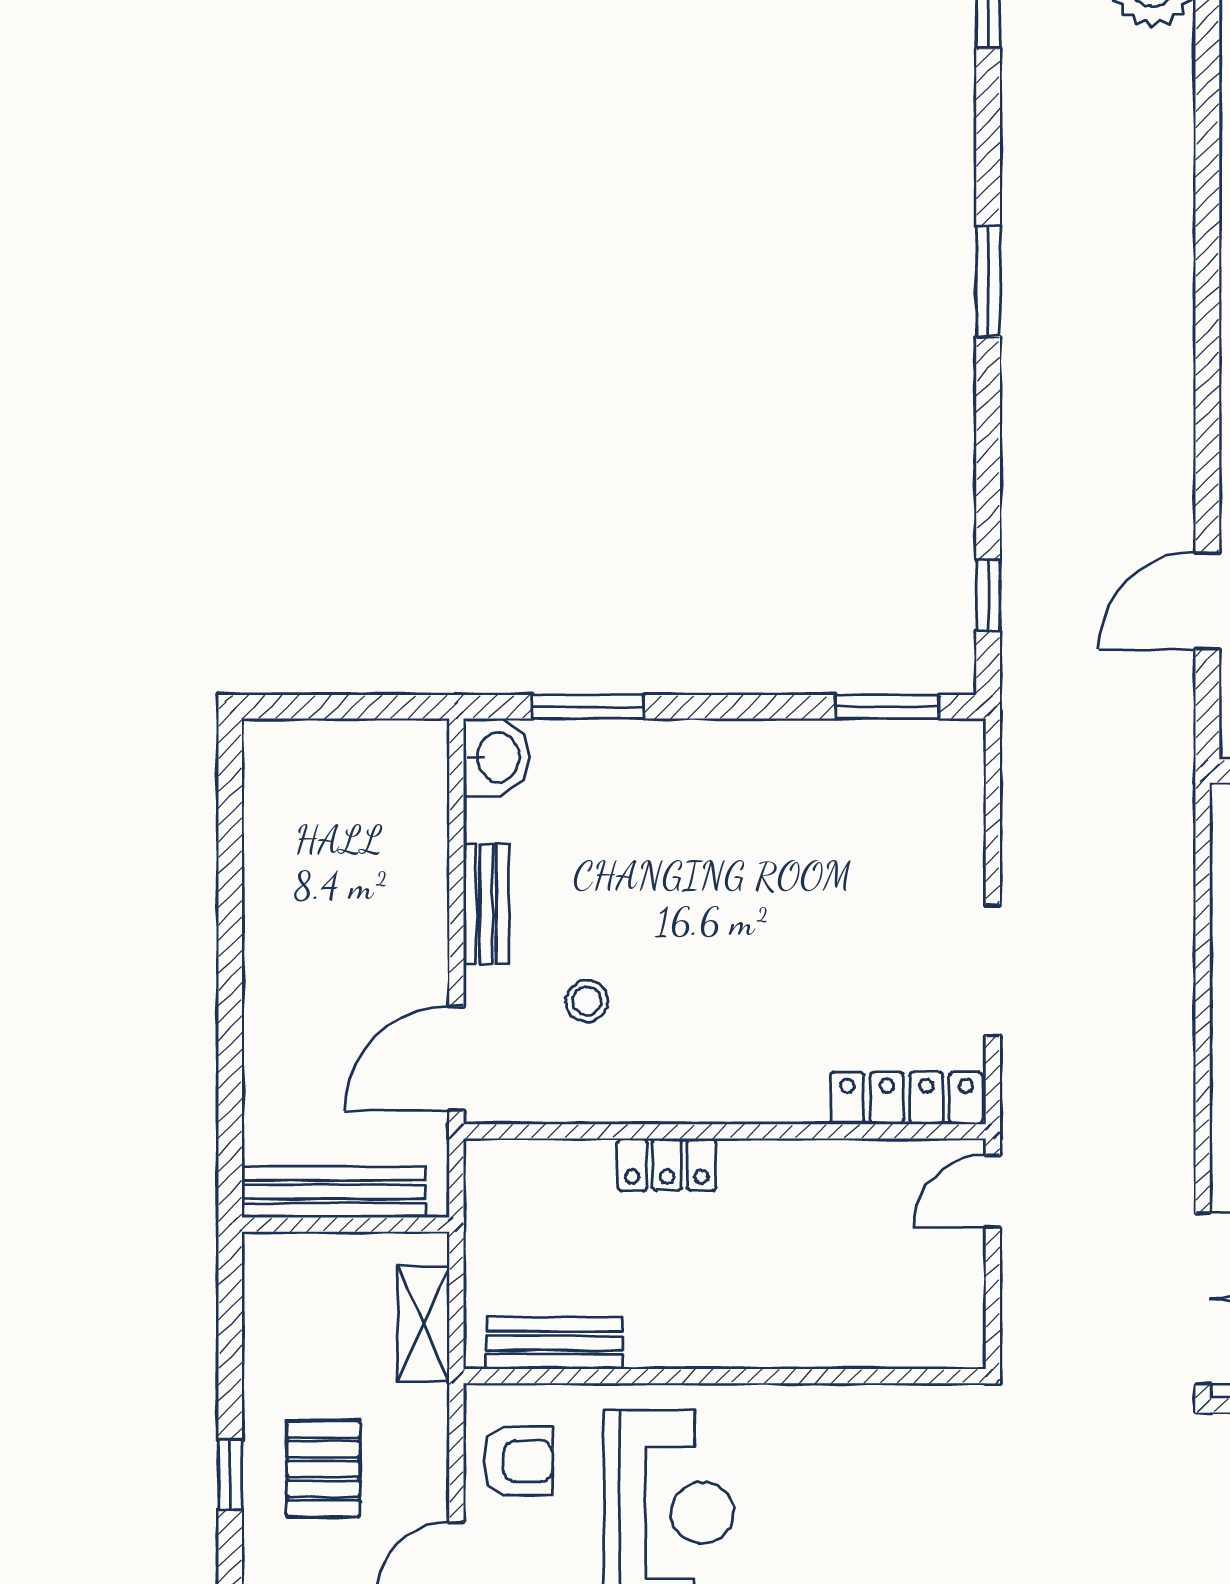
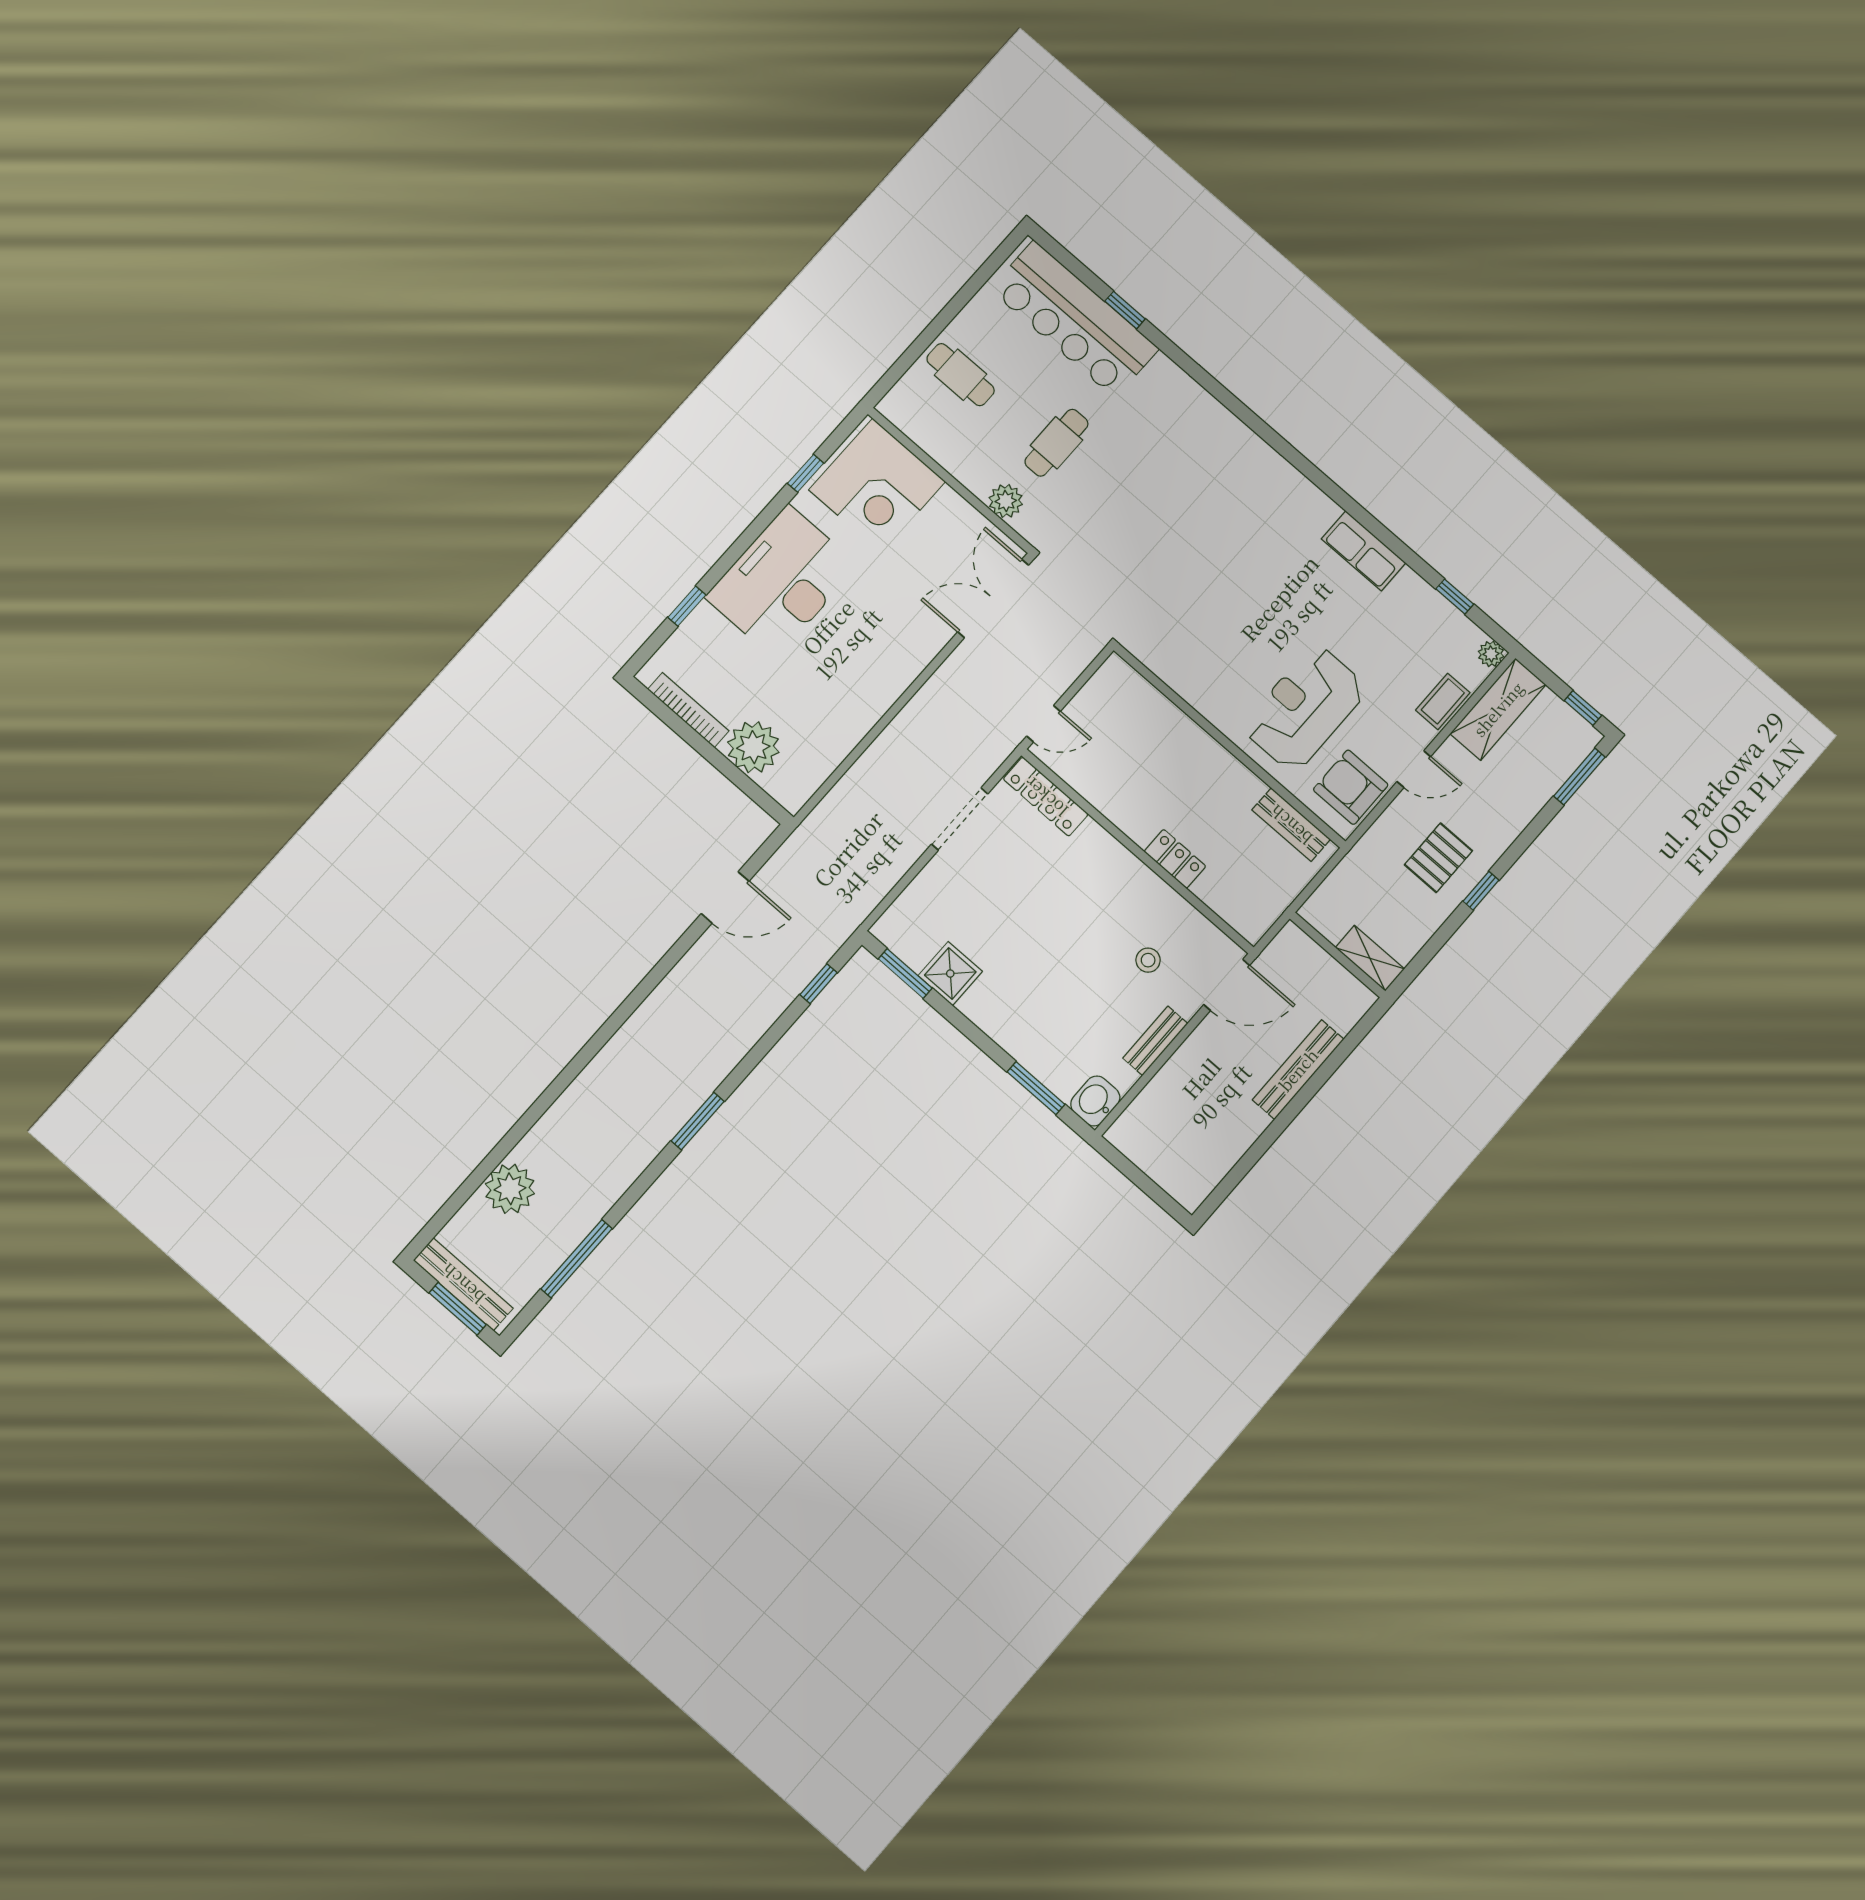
shower: (829, 758) -> (950, 974), added
bench: (334, 1192) -> (1298, 1070), moved, turned 90
shelving: (423, 1324) -> (1370, 958), moved, turned 90
armchair: (519, 1461) -> (1351, 787), width x1.38, depth x1.38

